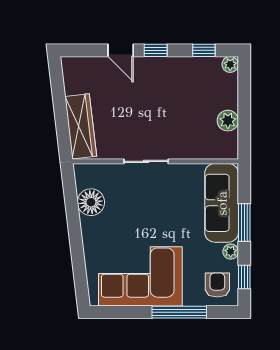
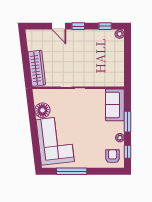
plant: (228, 121) -> (118, 65), removed
sofa: (222, 203) -> (115, 105), width x0.73
corner sofa: (140, 276) -> (55, 141), moved, turned 83
window: (179, 312) -> (72, 171), moved

